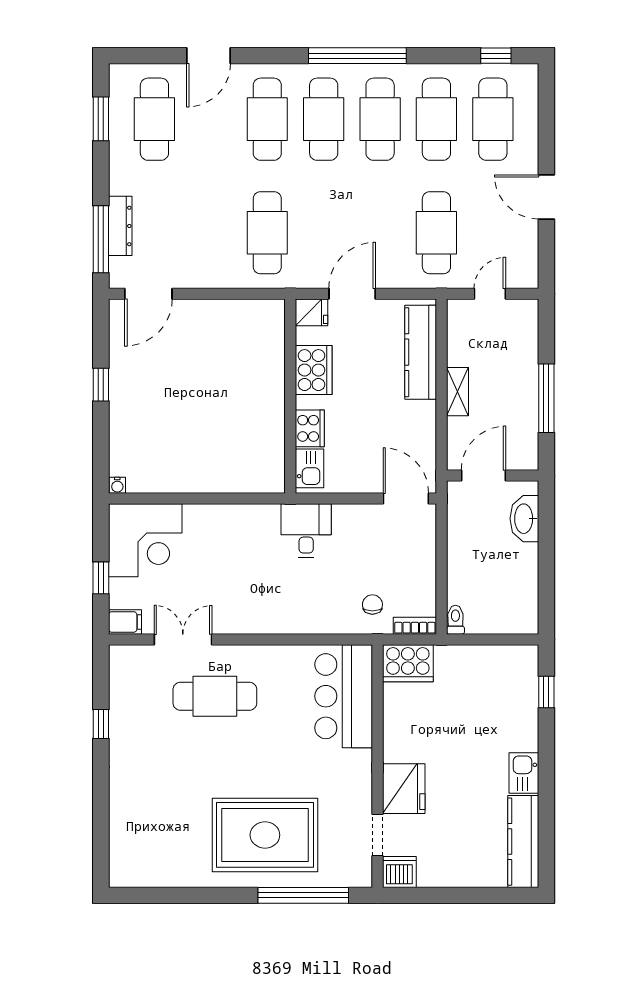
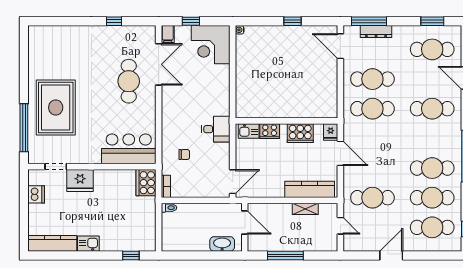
cafe table: (324, 119) -> (372, 79), moved
shelving: (457, 392) -> (305, 209), moved
chair: (372, 604) -> (184, 155), moved
double door: (183, 639) -> (159, 64), width x1.37
dishwasher: (399, 872) -> (36, 194), moved

